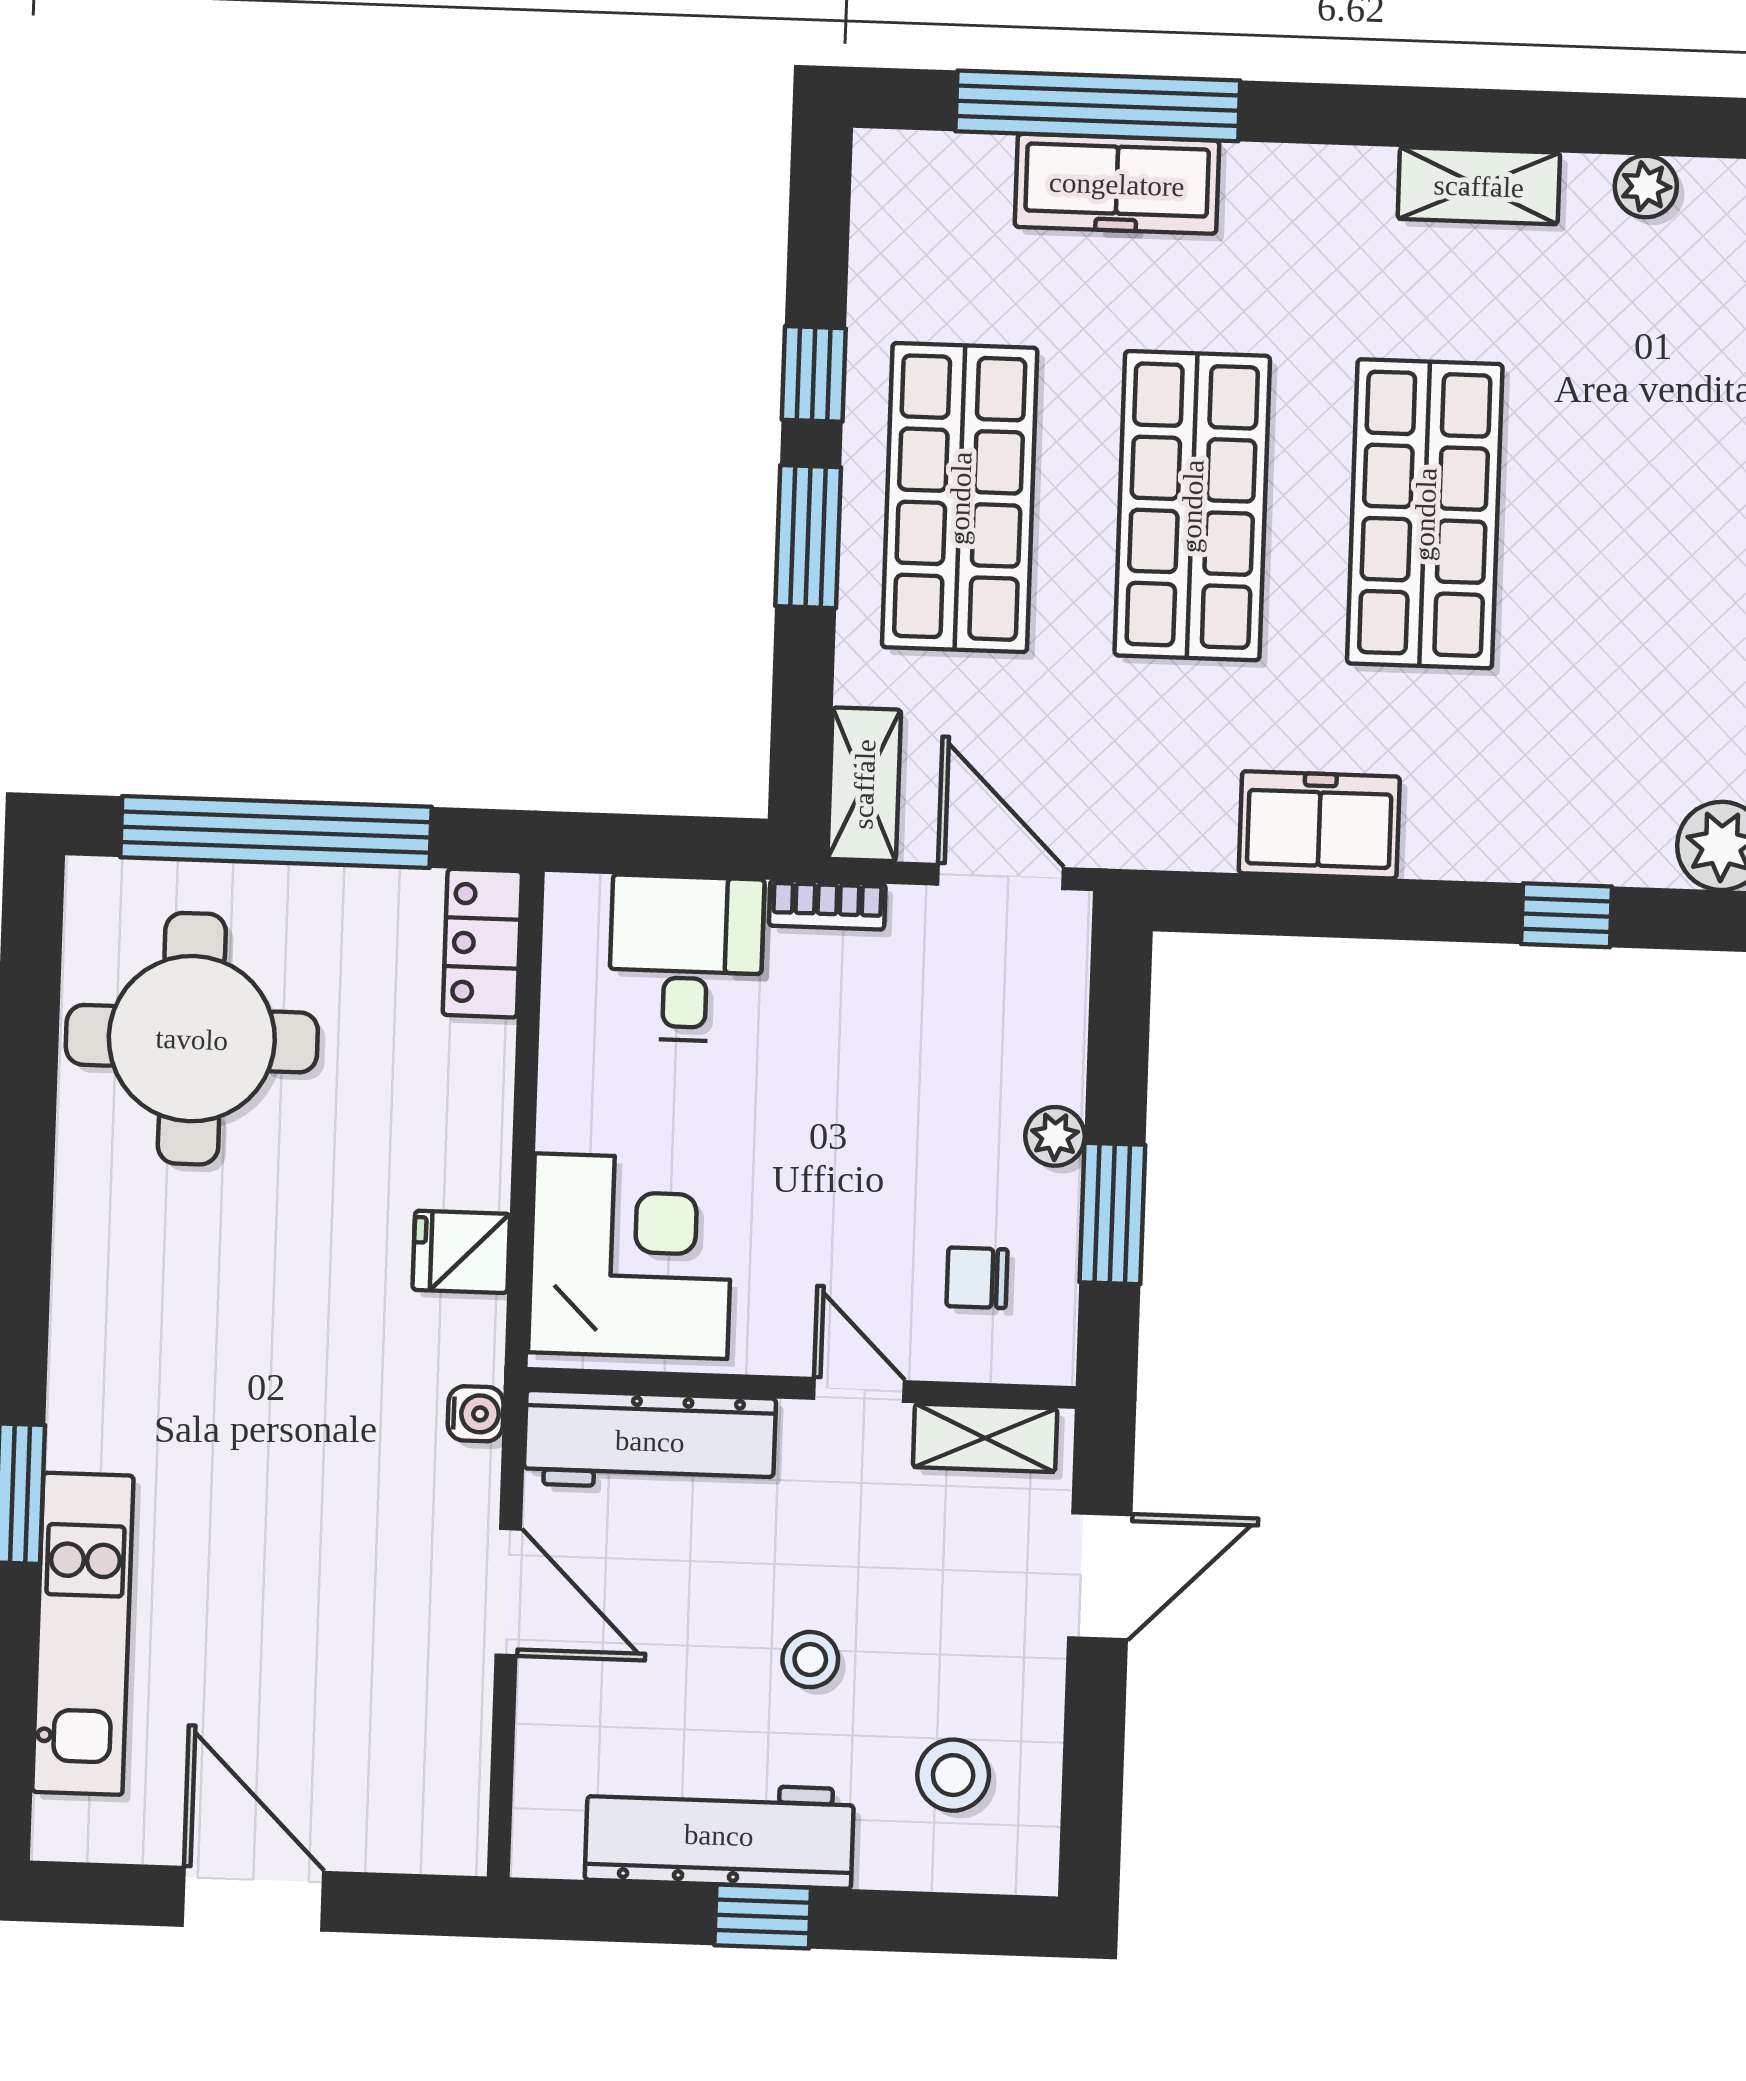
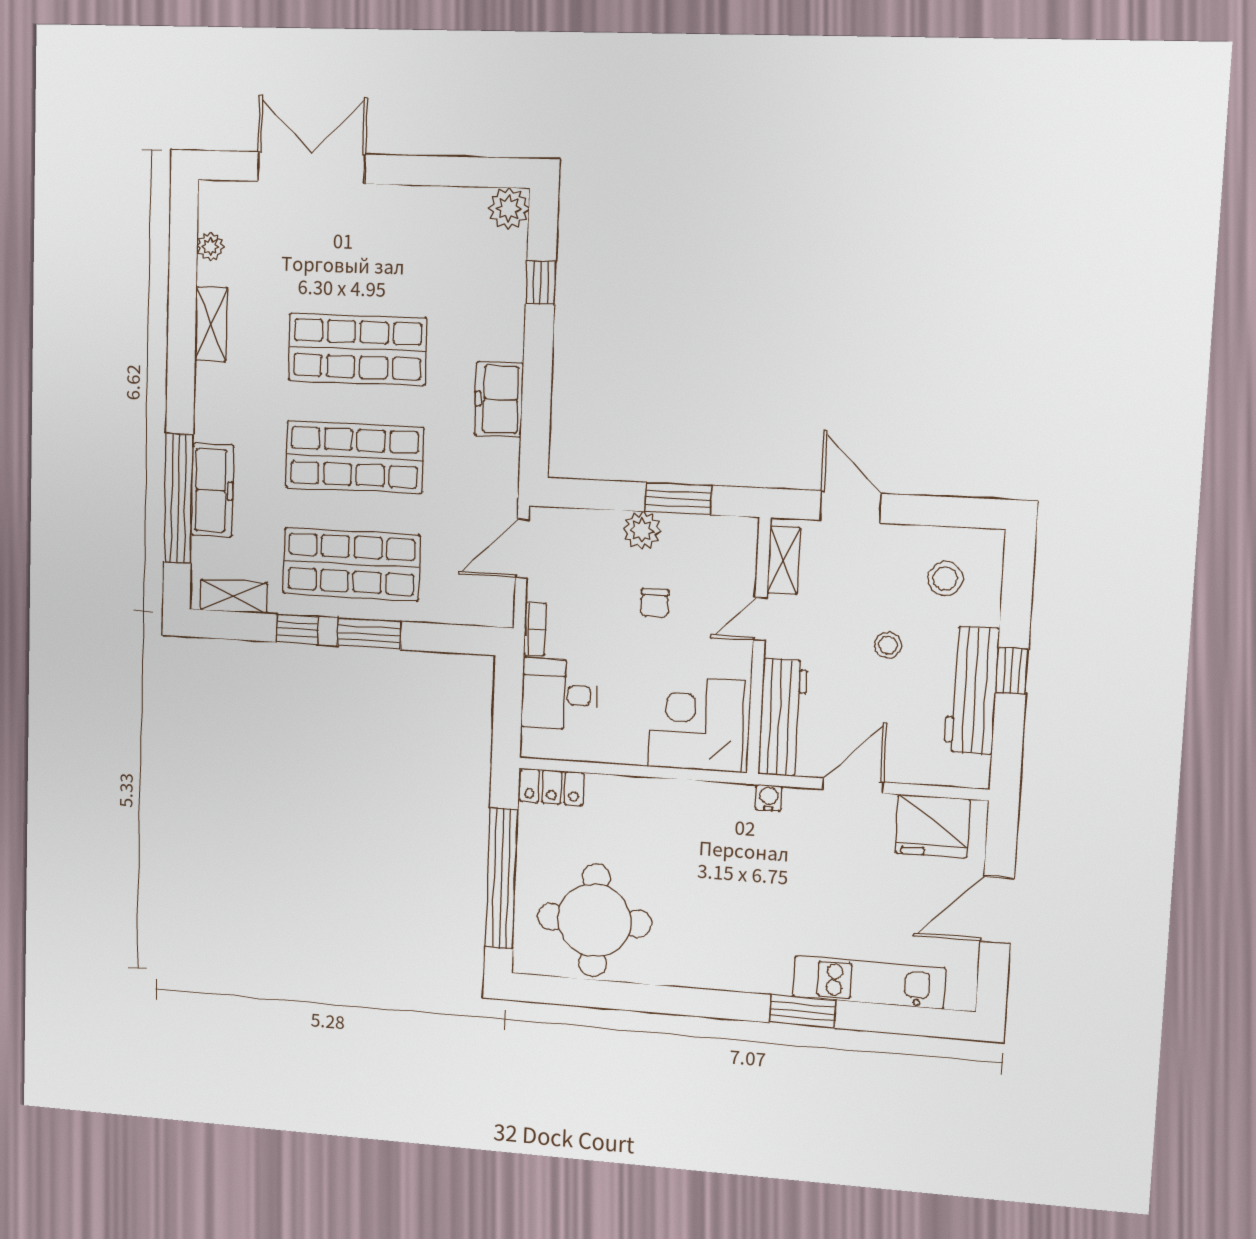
shelving: (864, 784) -> (234, 596), moved
plant: (1055, 1136) -> (642, 530), width x1.38, depth x1.38
fridge: (461, 1252) -> (933, 826), moved, width x1.88, depth x1.34
chair: (977, 1278) -> (655, 603), moved

